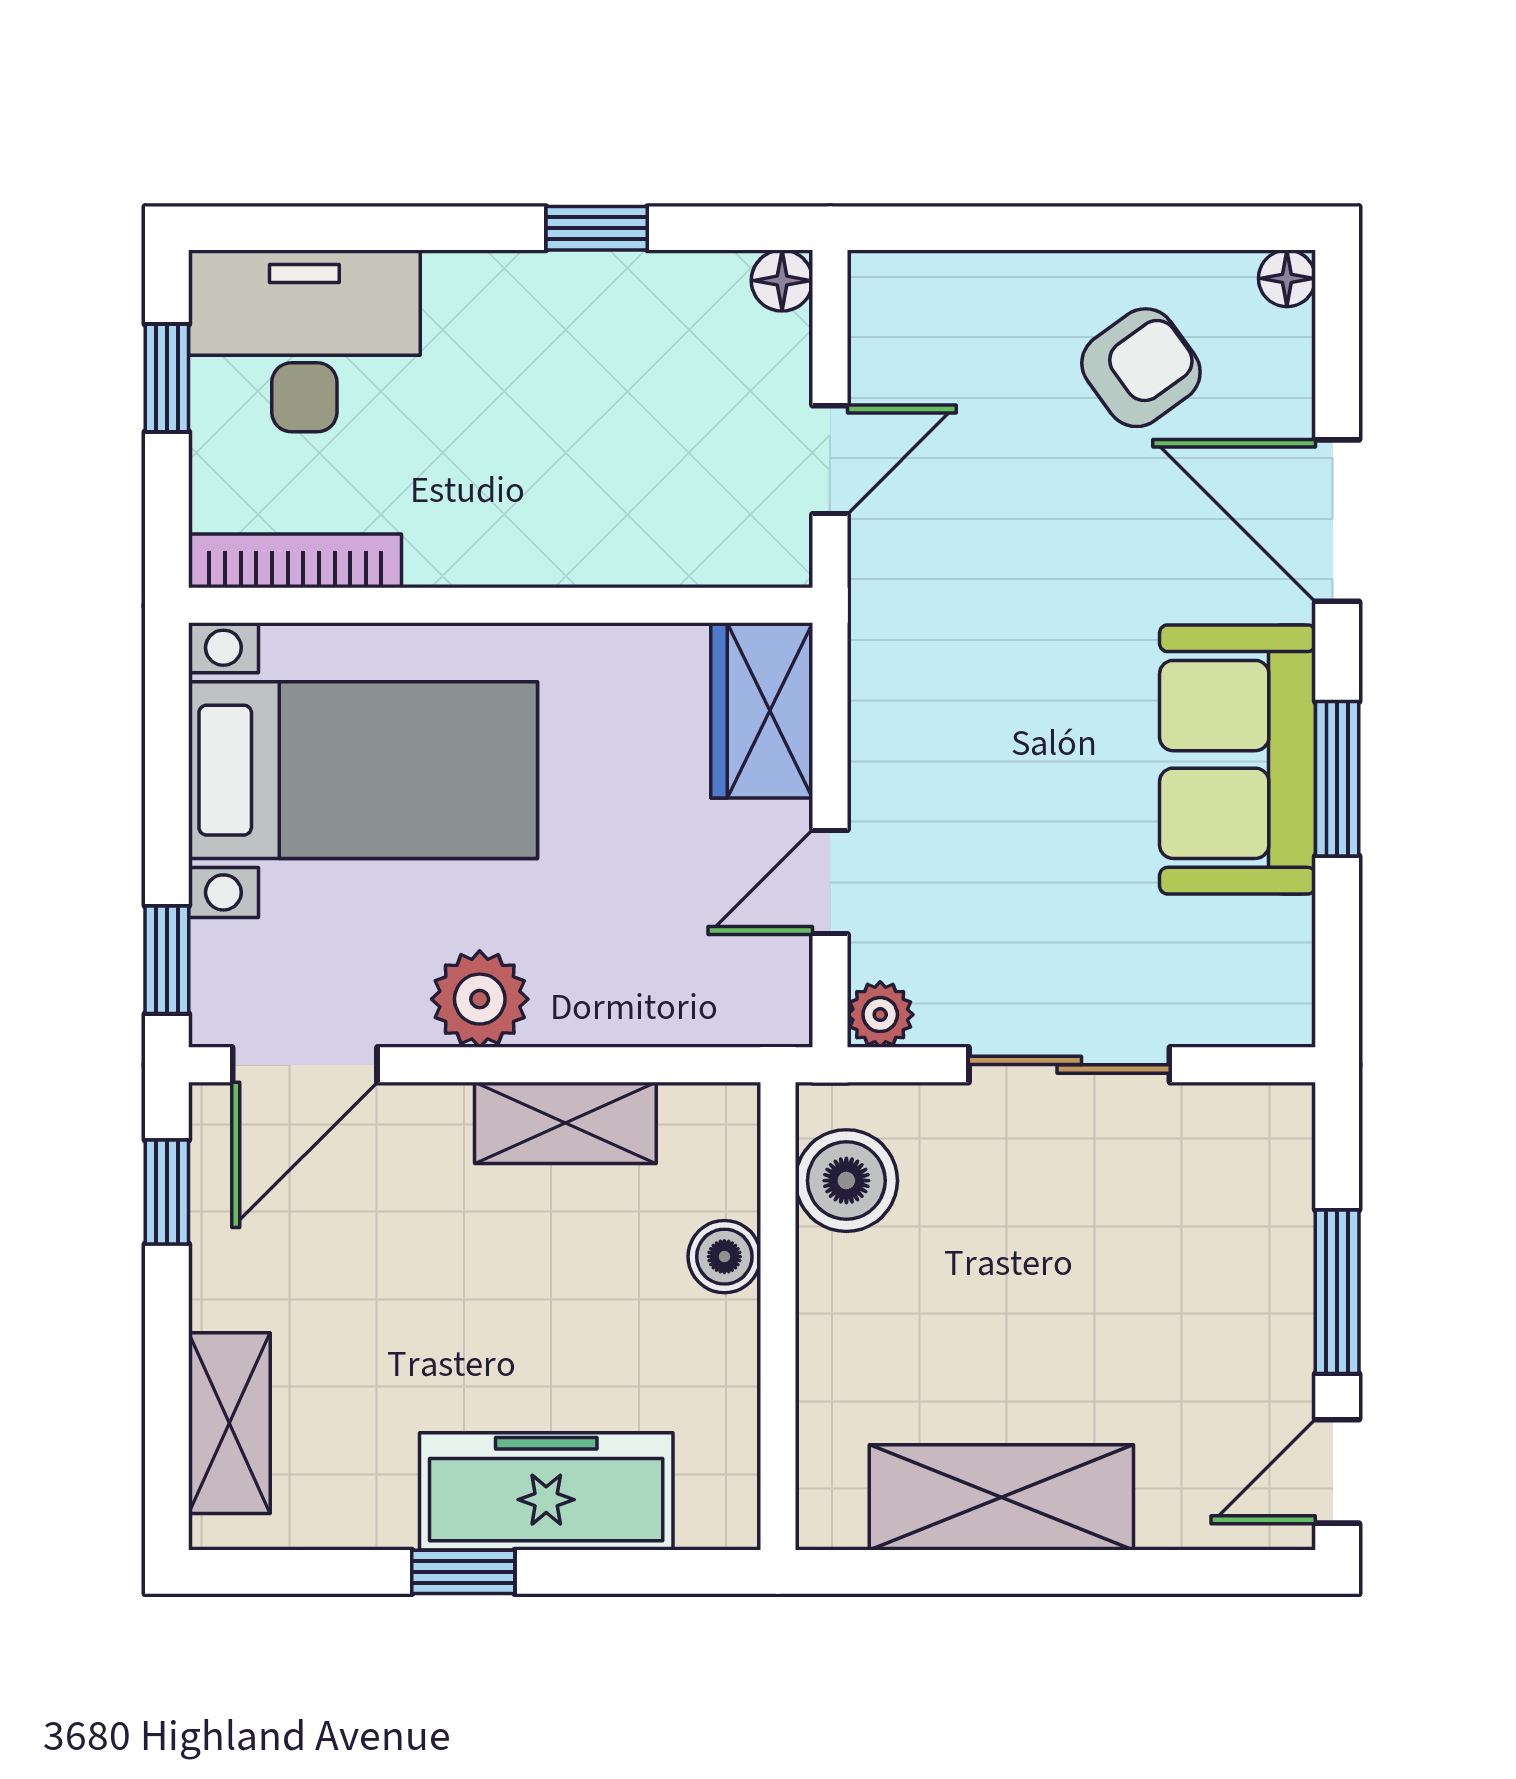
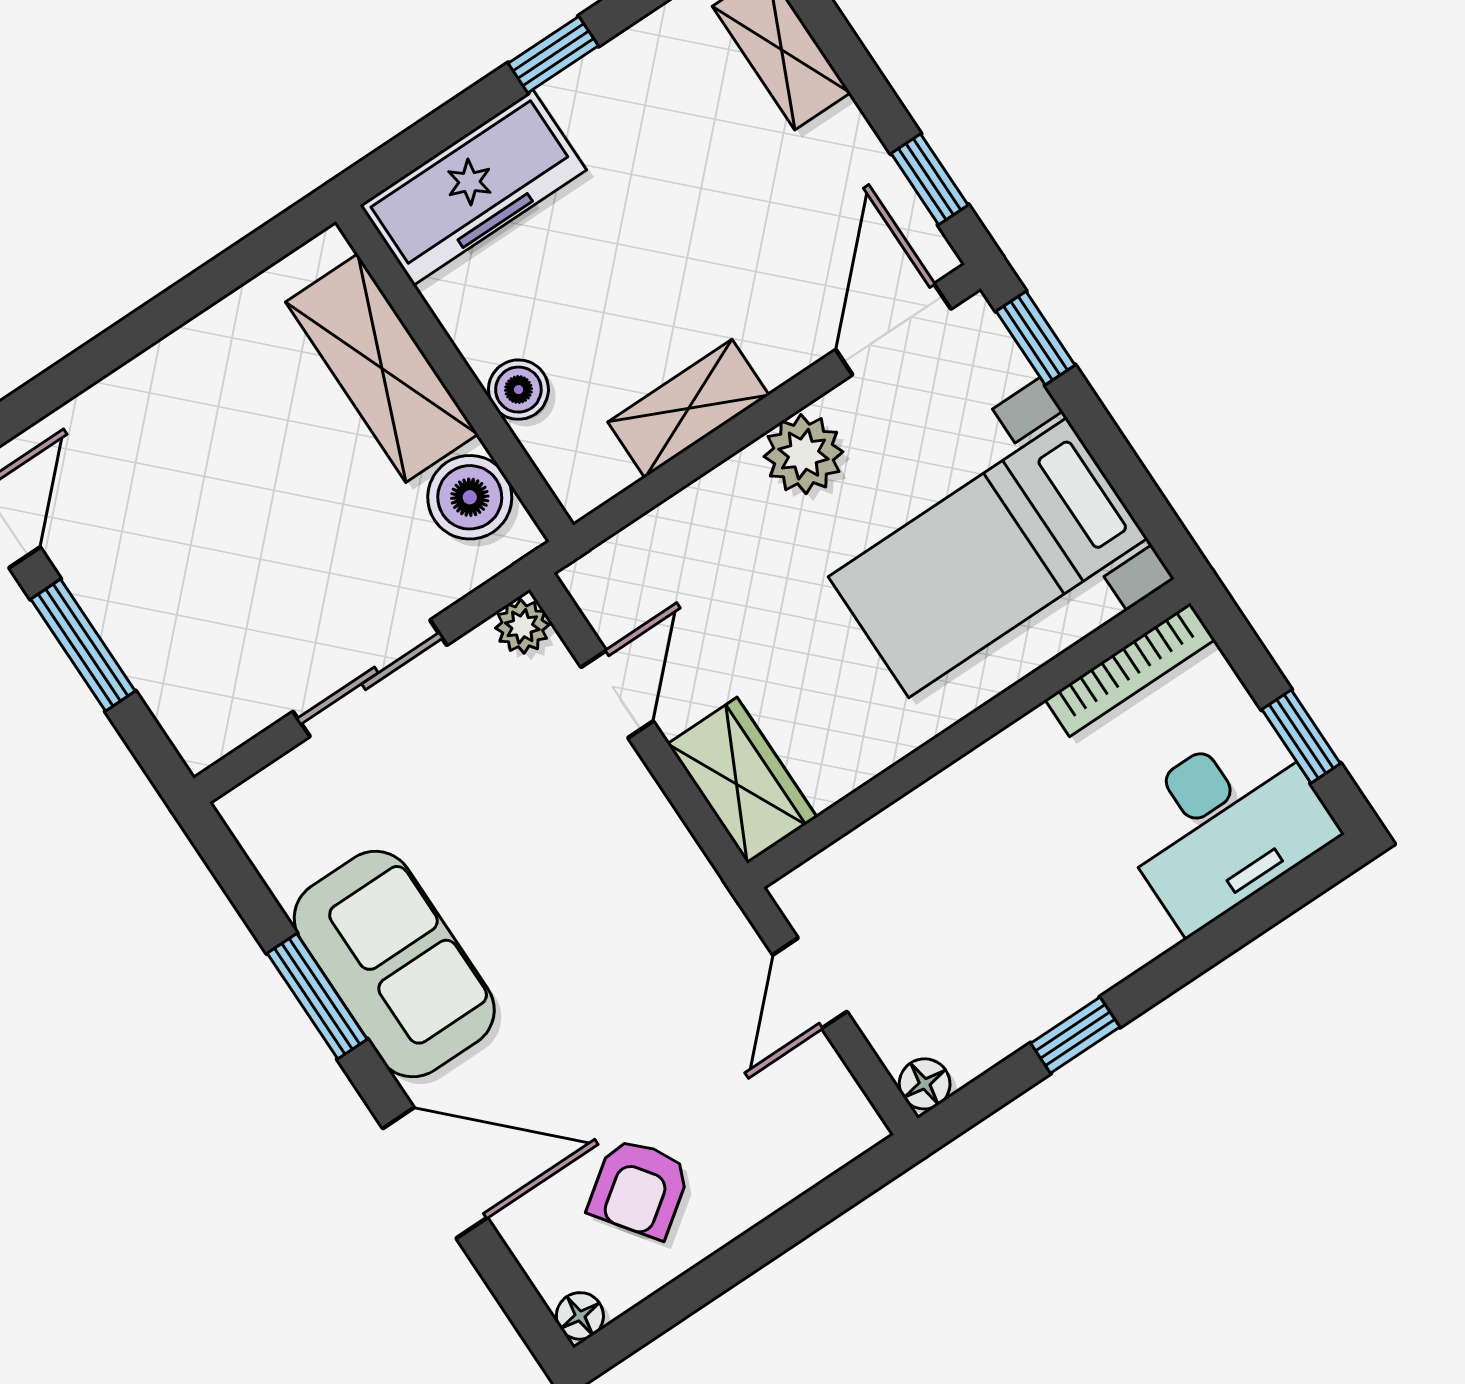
freezer: (546, 1491) -> (473, 188), moved
shelving: (1001, 1497) -> (382, 368), moved, turned 90

